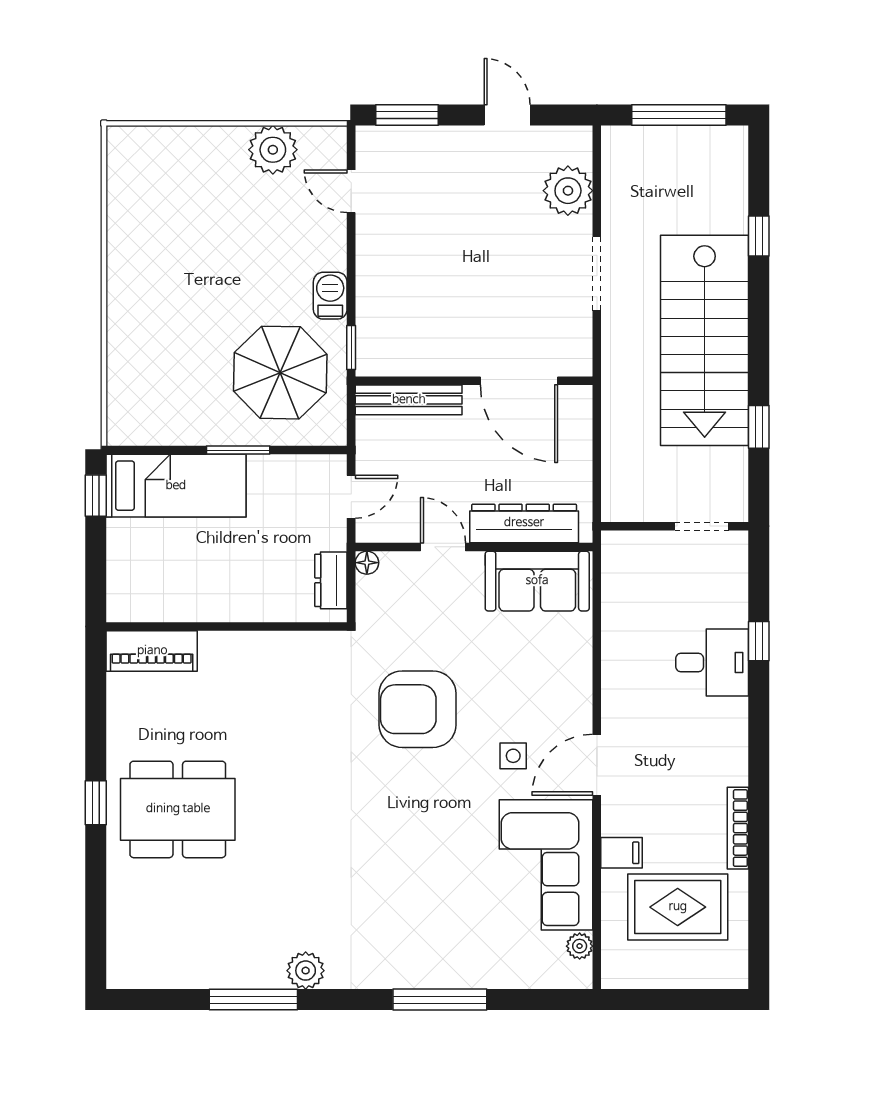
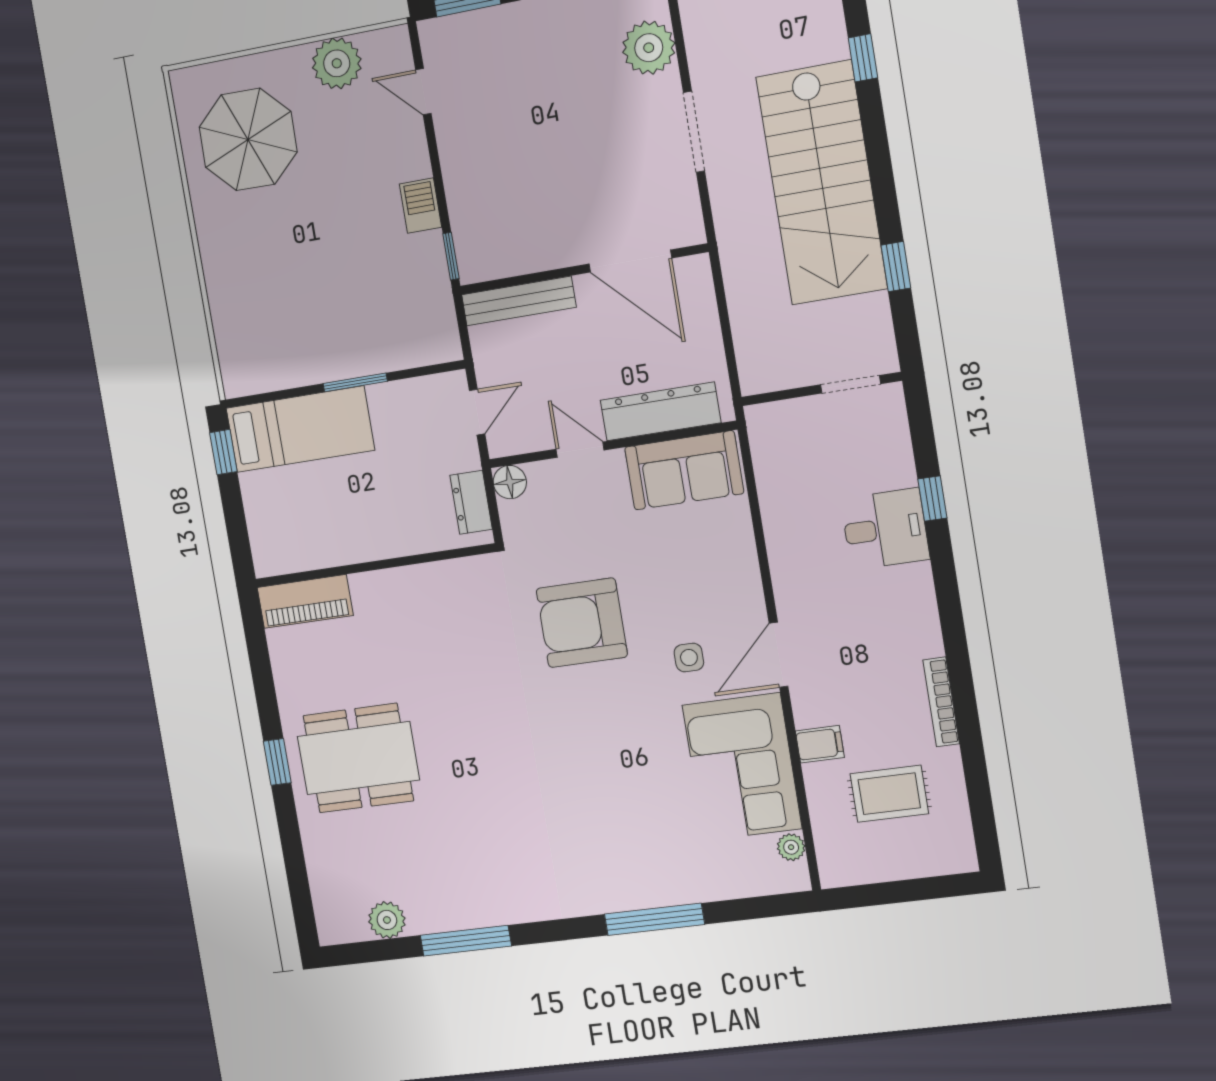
parasol: (280, 373) -> (248, 139), moved
floor lamp: (367, 563) -> (510, 482), width x1.37, depth x1.37
rug: (678, 907) -> (889, 794), width x0.73, depth x0.70
plant: (306, 971) -> (387, 920), moved

